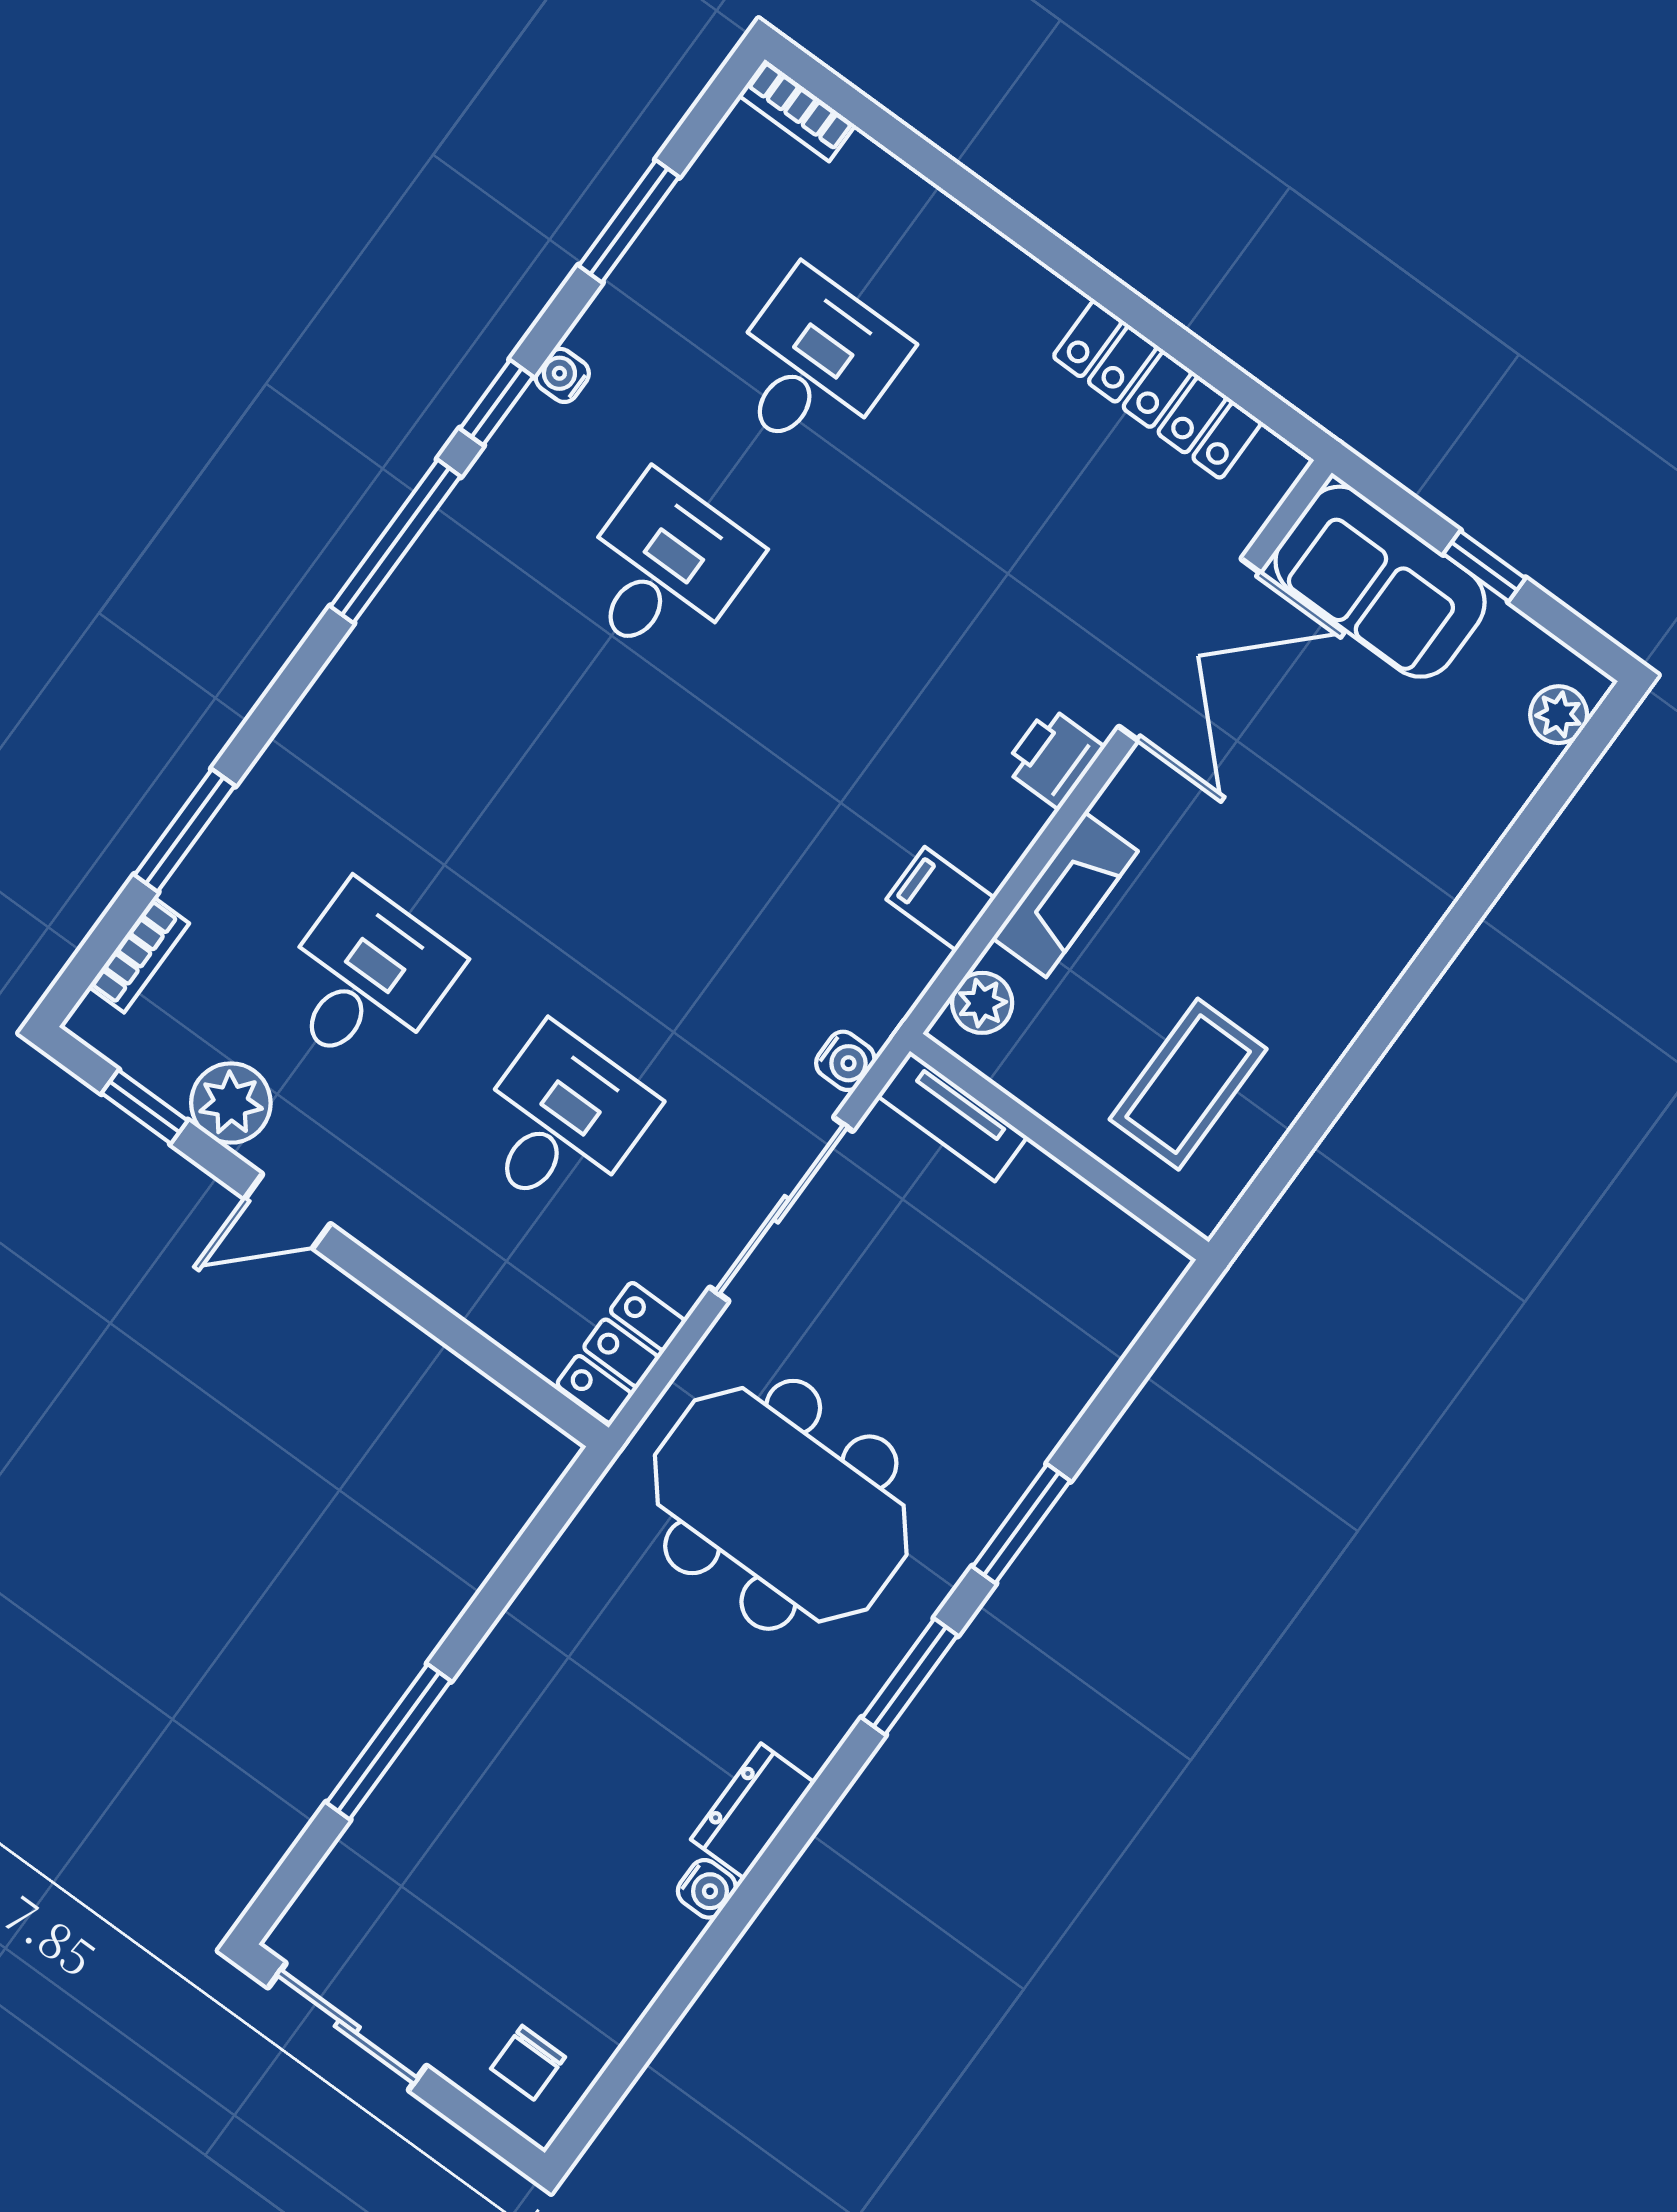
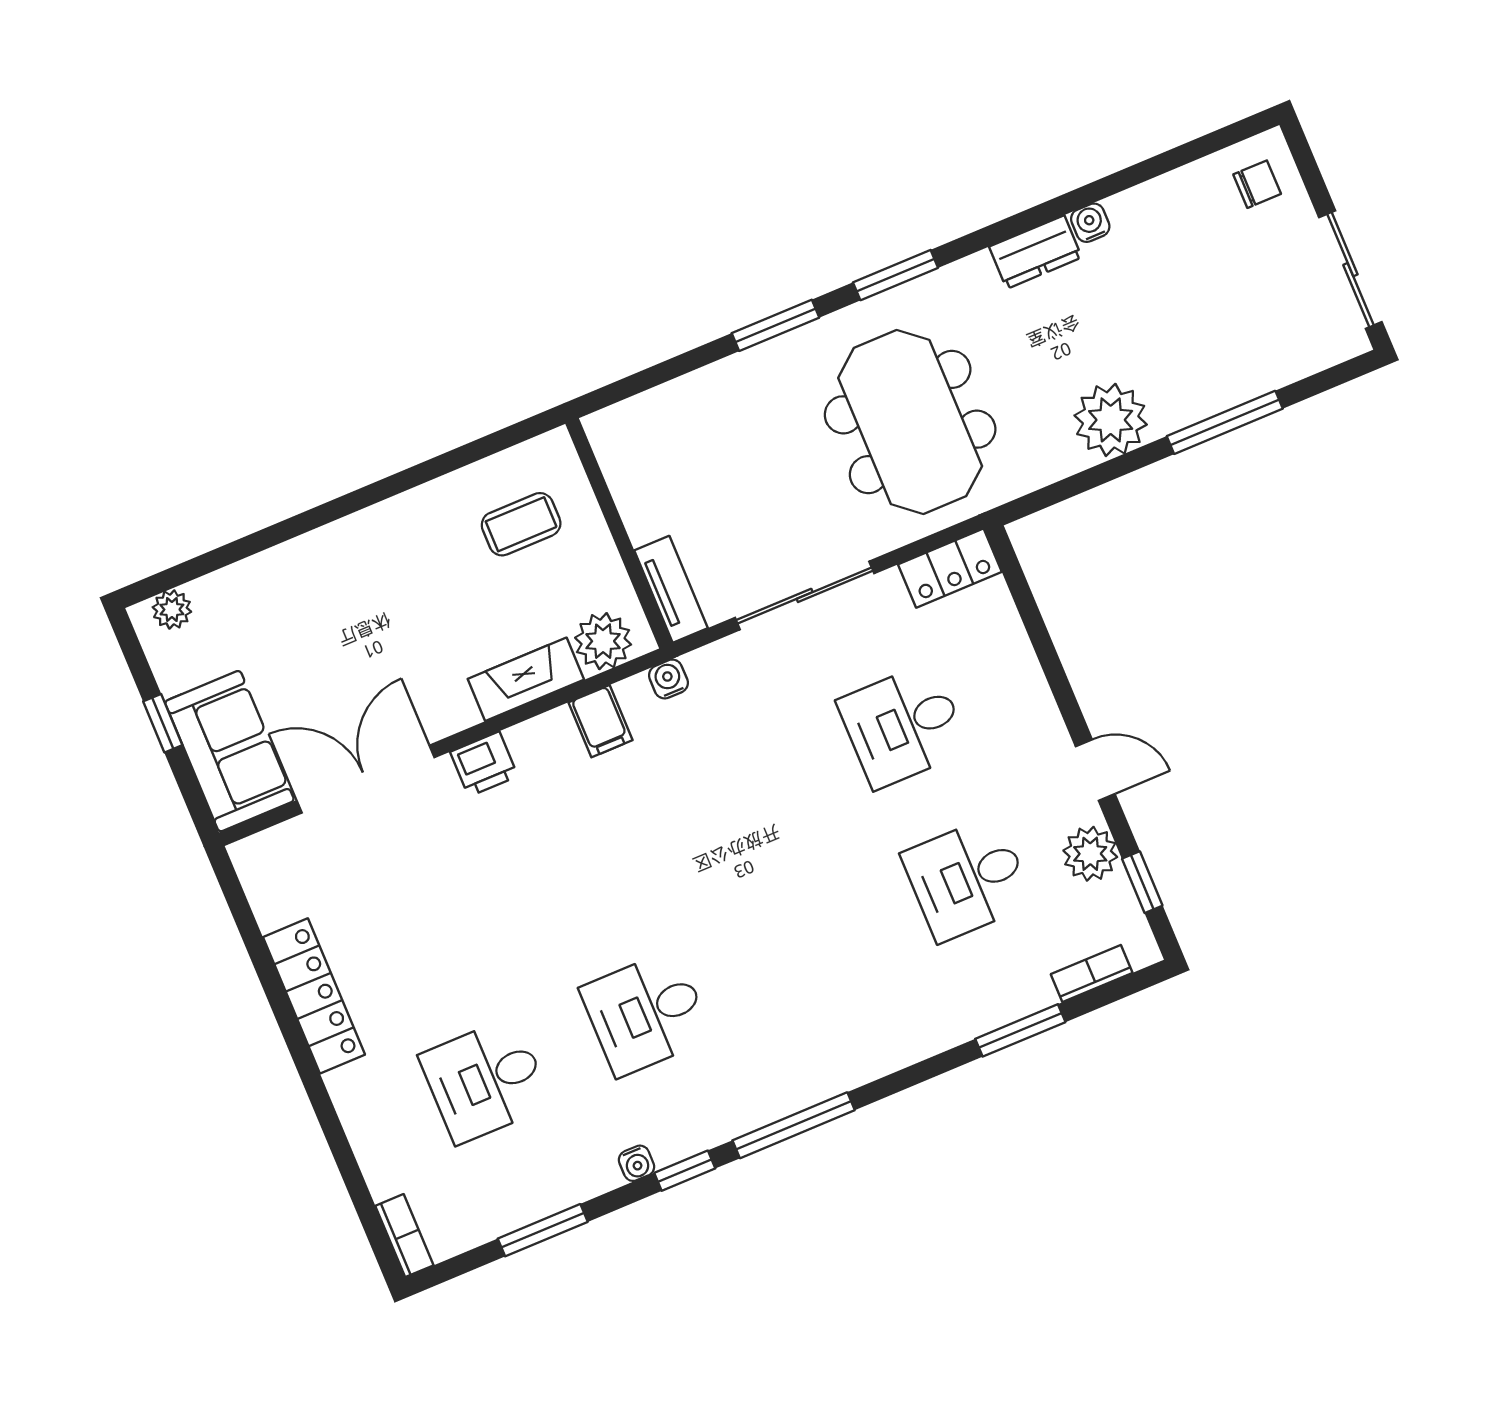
locker: (1157, 389) -> (314, 996), moved
plant: (982, 1003) -> (603, 641), width x1.38, depth x1.38
water cooler: (845, 1061) -> (668, 679), moved
coffee table: (1188, 1084) -> (521, 524), width x0.73, depth x0.77
plant: (533, 1659) -> (1111, 420), added

